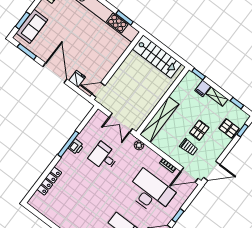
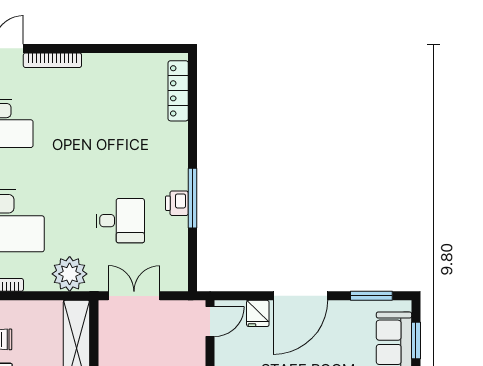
door: (55, 73) -> (300, 296), hinge flipped
plant: (139, 145) -> (70, 274), width x1.87, depth x1.87
locker: (49, 181) -> (178, 91), moved

